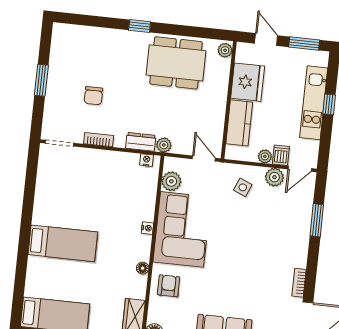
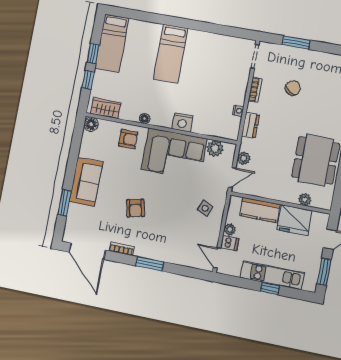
plant: (225, 50) -> (305, 200), moved
window: (41, 80) -> (296, 43), moved
chair: (93, 96) -> (293, 88), turned 123
plant: (164, 145) -> (244, 158), moved
nightstand: (147, 160) -> (238, 111), moved
plant: (274, 177) -> (212, 236), removed
window: (317, 220) -> (150, 264), moved
nightstand: (147, 228) -> (182, 122), width x1.89, depth x1.79
armchair: (250, 270) -> (136, 208), added

